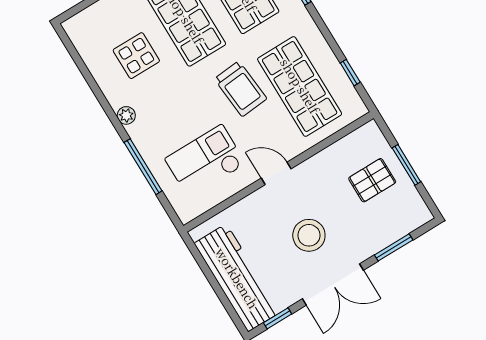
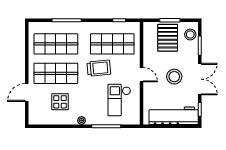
door: (276, 173) -> (141, 75), swing flipped
pallet: (372, 180) -> (168, 38), width x1.50, depth x1.42
stool: (403, 218) -> (190, 35), added

